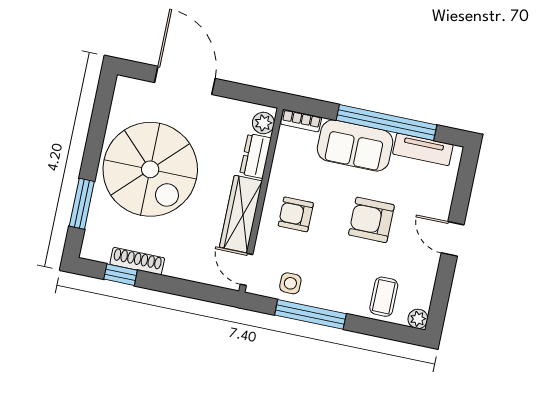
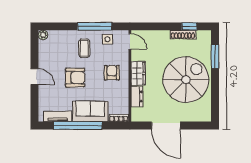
door: (185, 80) -> (166, 126), moved
plant: (263, 123) -> (136, 113), removed
spiral stairs: (150, 169) -> (186, 80), turned 90
wardrobe: (241, 214) -> (138, 73), width x0.67
armchair: (296, 214) -> (112, 73), turned -90
coffee table: (384, 297) -> (84, 48), moved

